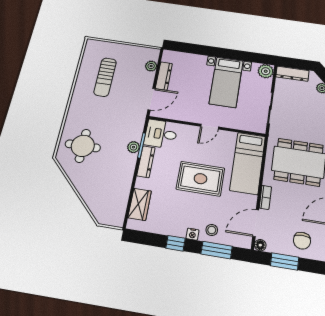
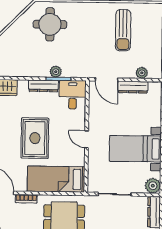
sun lounger: (105, 77) -> (123, 30), turned -90

